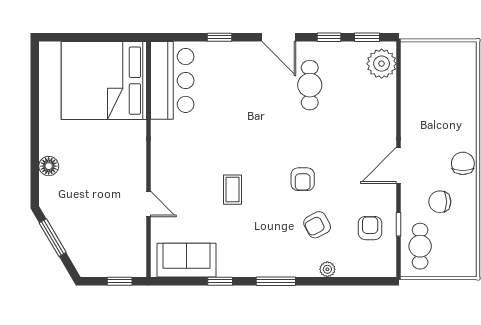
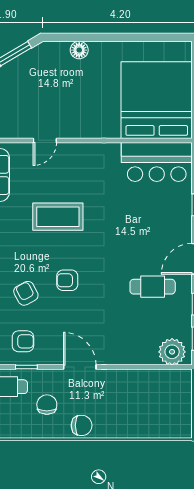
coffee table: (233, 190) -> (58, 217), width x1.86, depth x1.72

